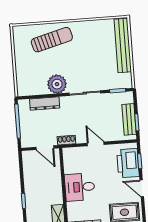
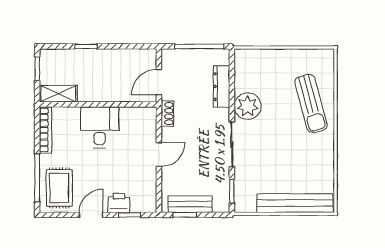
printer: (128, 163) -> (119, 203), width x0.53, depth x0.68

